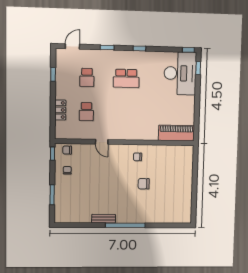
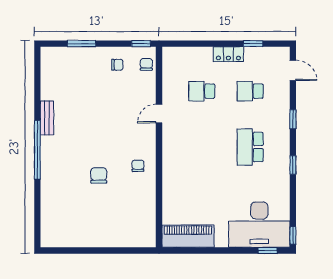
locker: (60, 110) -> (228, 54), moved
piano: (176, 133) -> (188, 236), moved, turned -90

